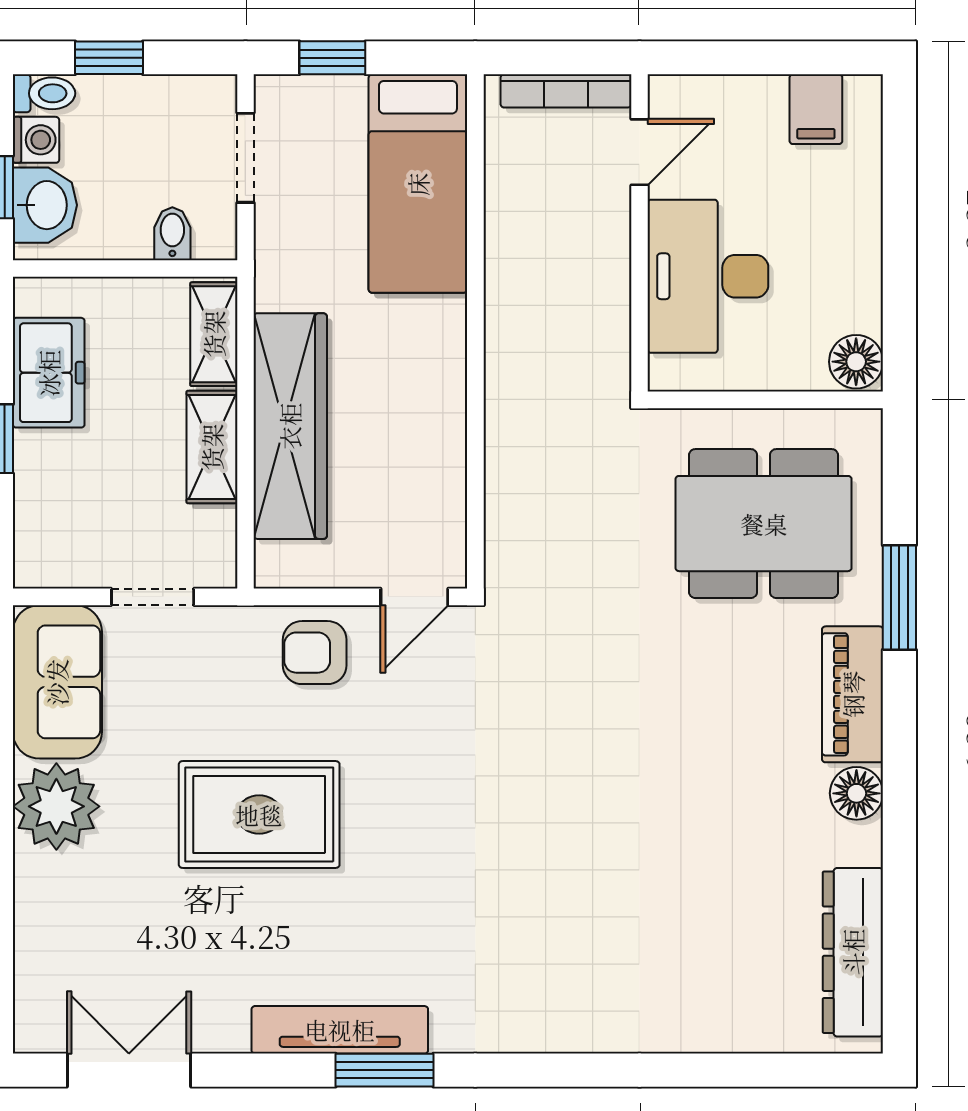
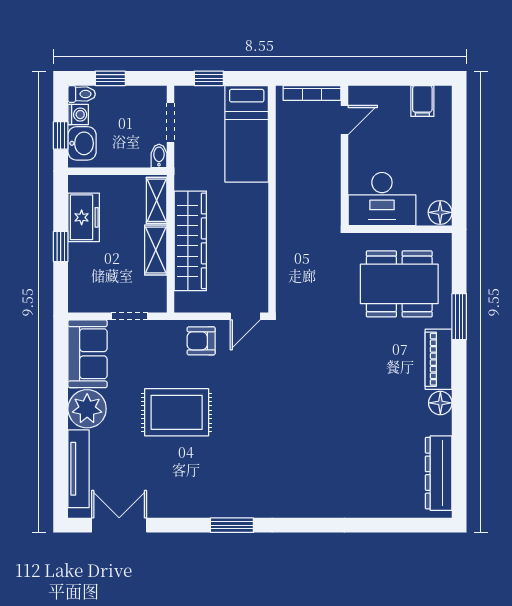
bidet: (172, 234) -> (159, 156), moved
desk: (708, 276) -> (382, 199), moved, turned -90
tv unit: (340, 1030) -> (78, 469), moved, turned 90

